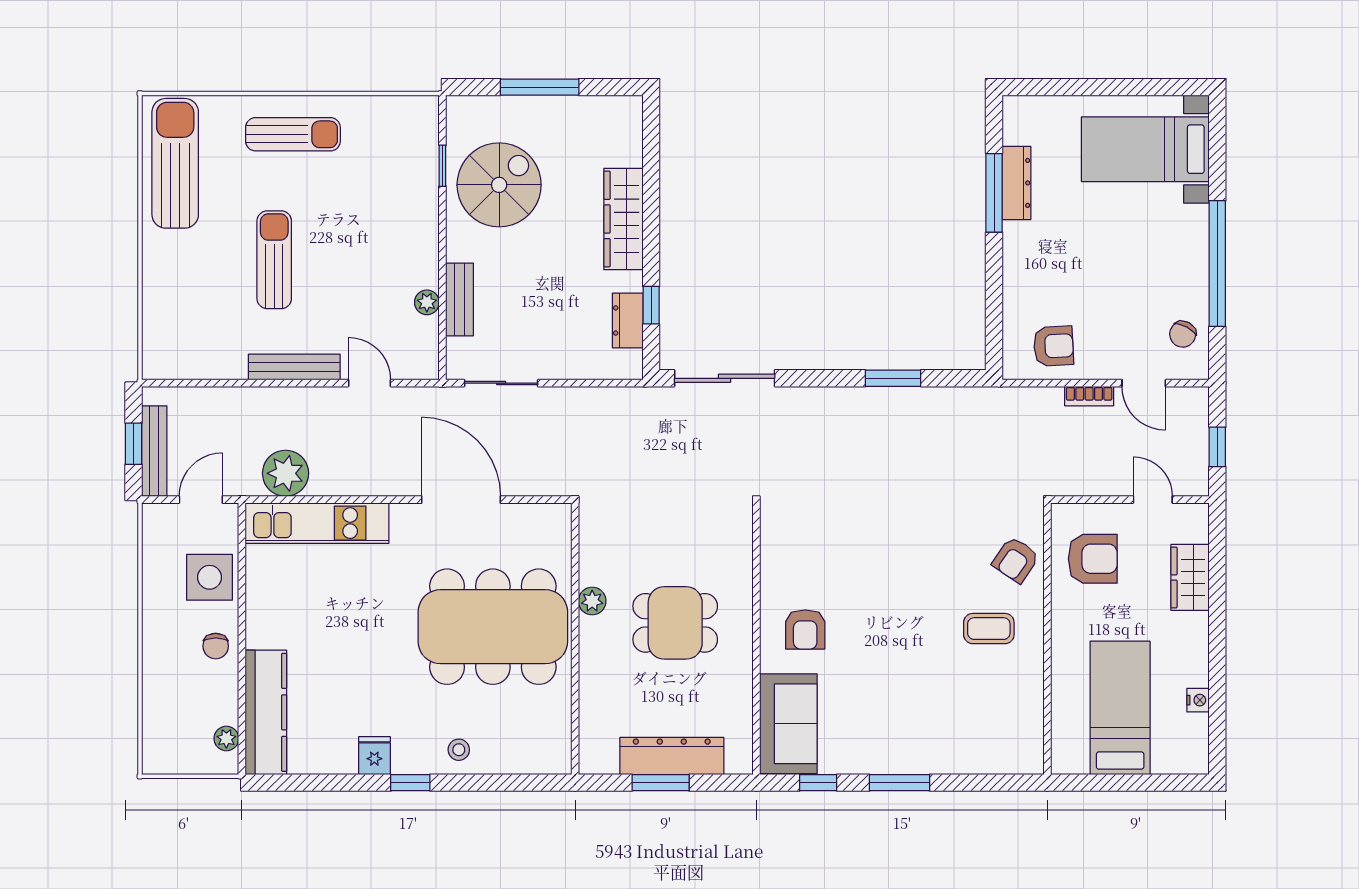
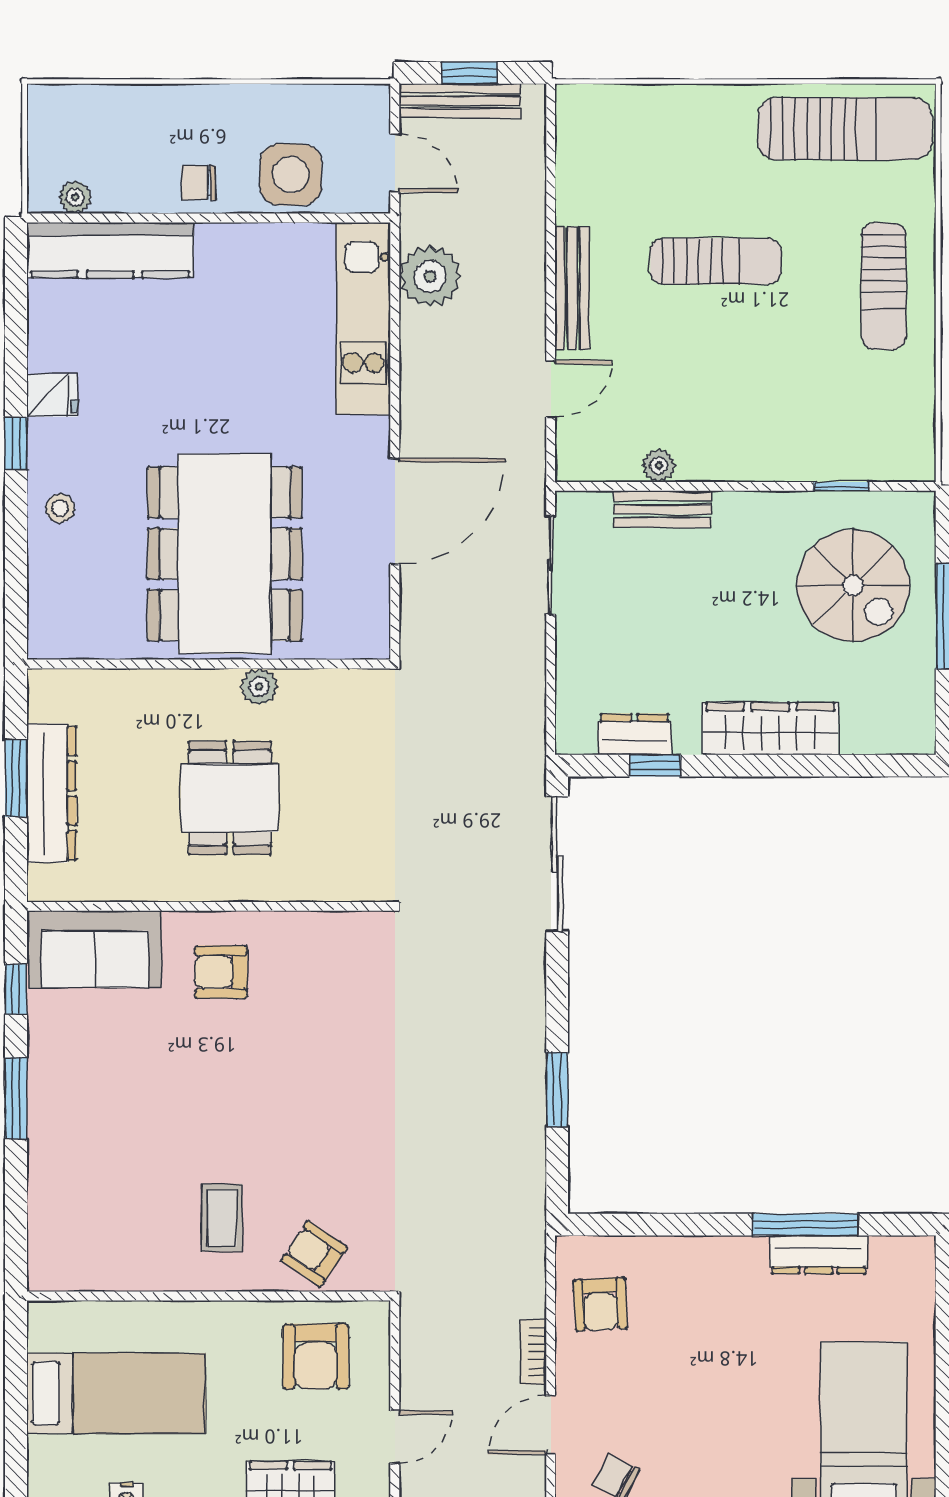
spiral stairs: (499, 185) -> (853, 586), moved

